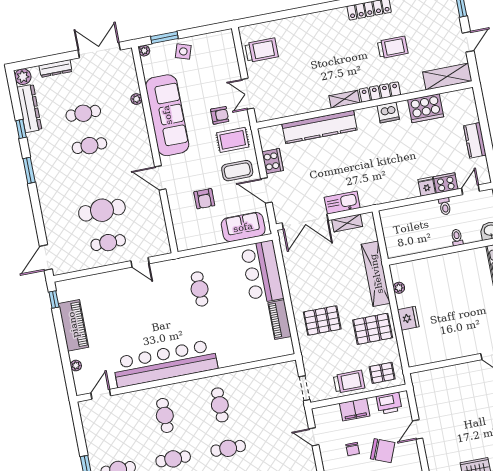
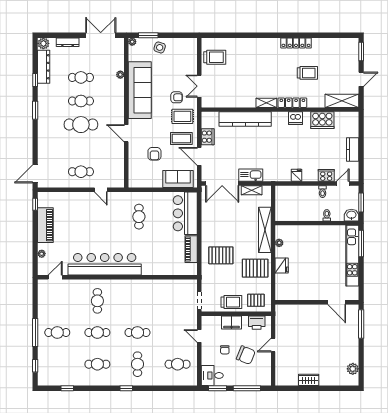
fridge: (427, 186) -> (296, 175), moved
cafe table: (102, 210) -> (81, 125), moved
cafe table: (220, 405) -> (137, 301), removed

